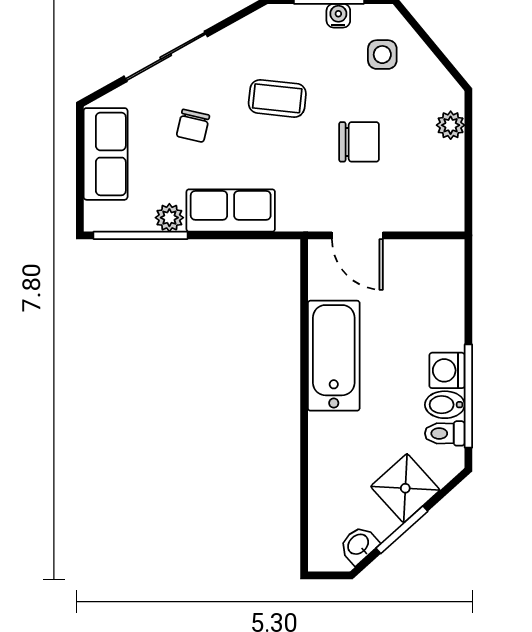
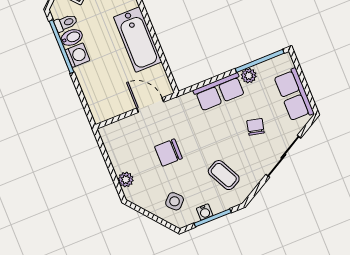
side table: (382, 55) -> (175, 201), turned 45
coffee table: (277, 98) -> (224, 175), moved, turned 57

